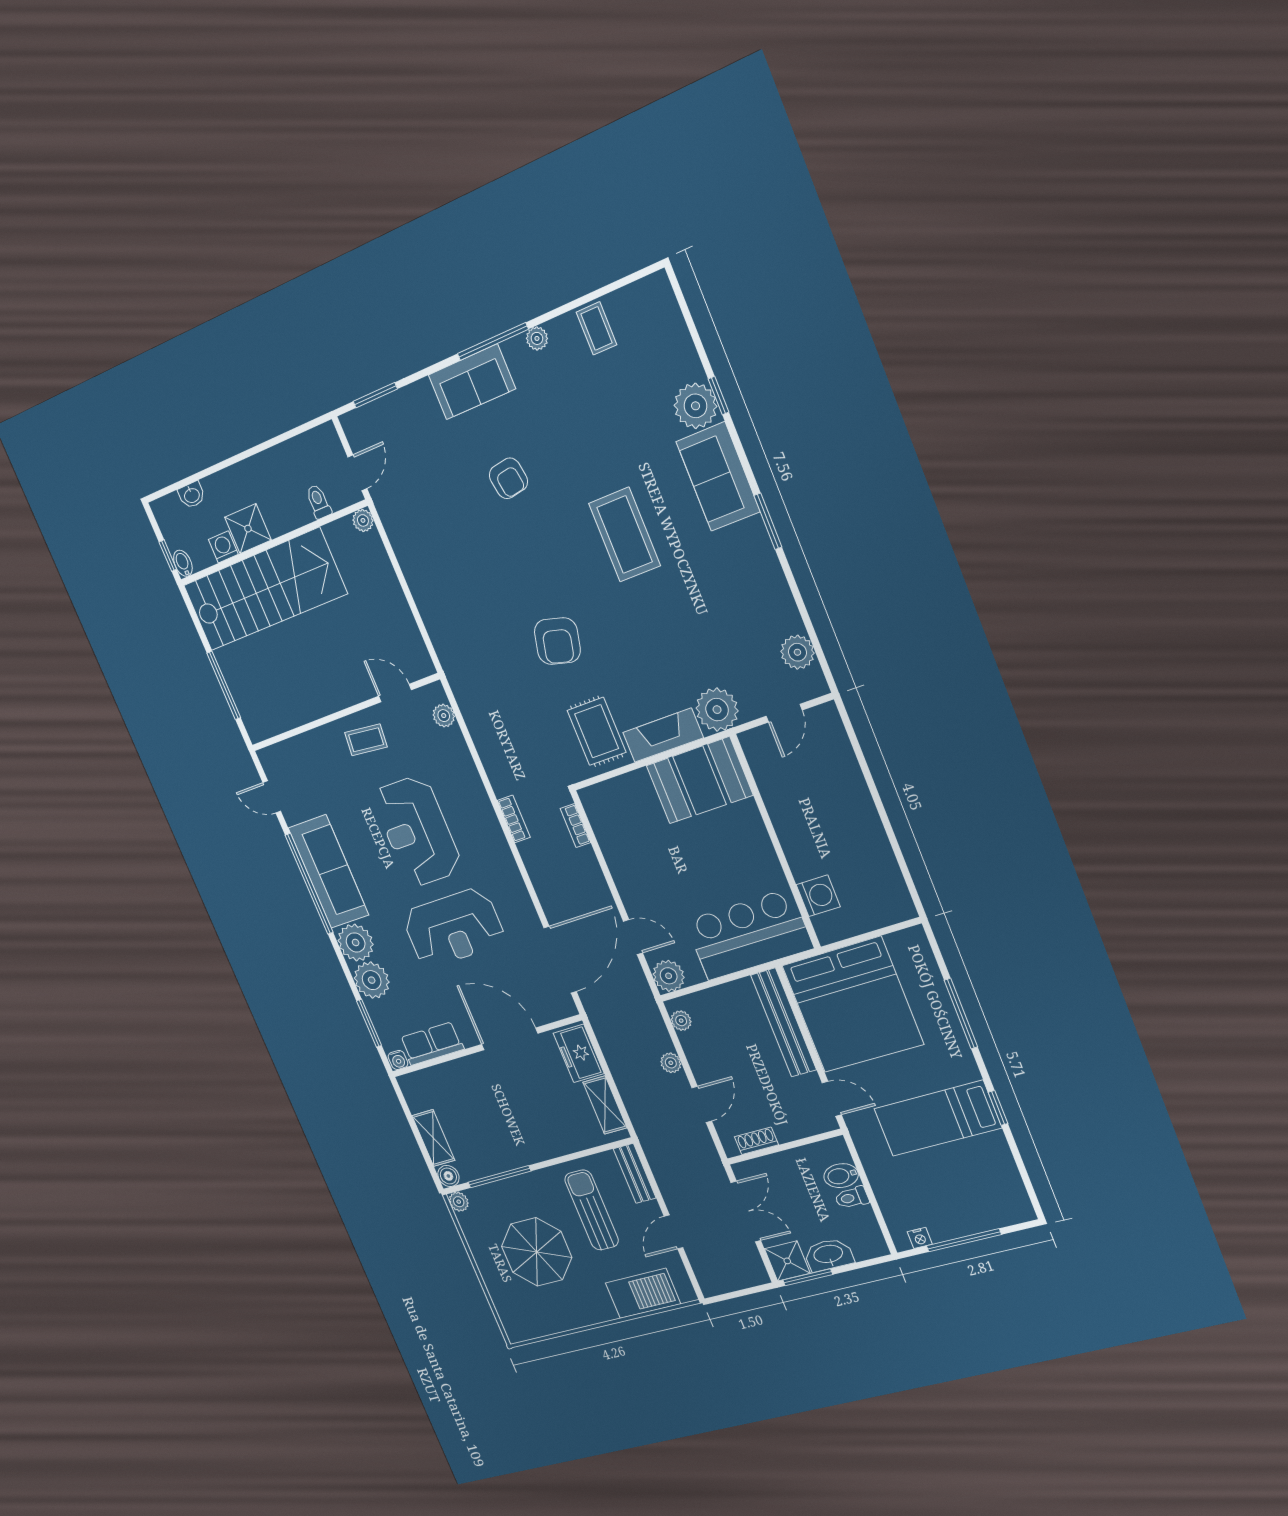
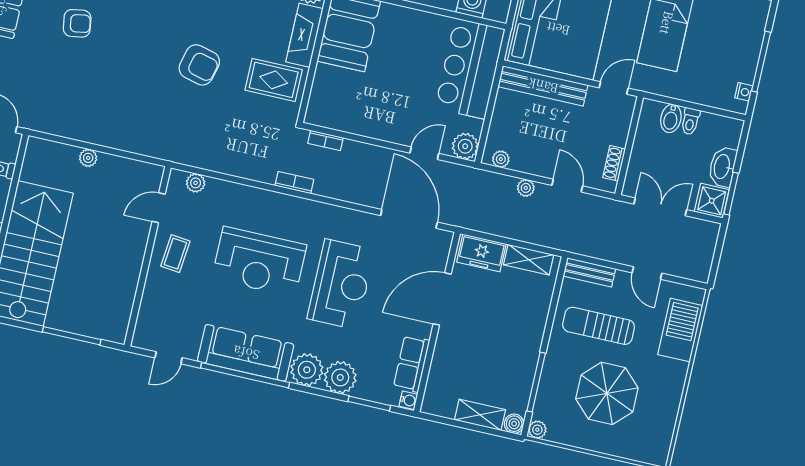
plant: (363, 520) -> (88, 158), moved

